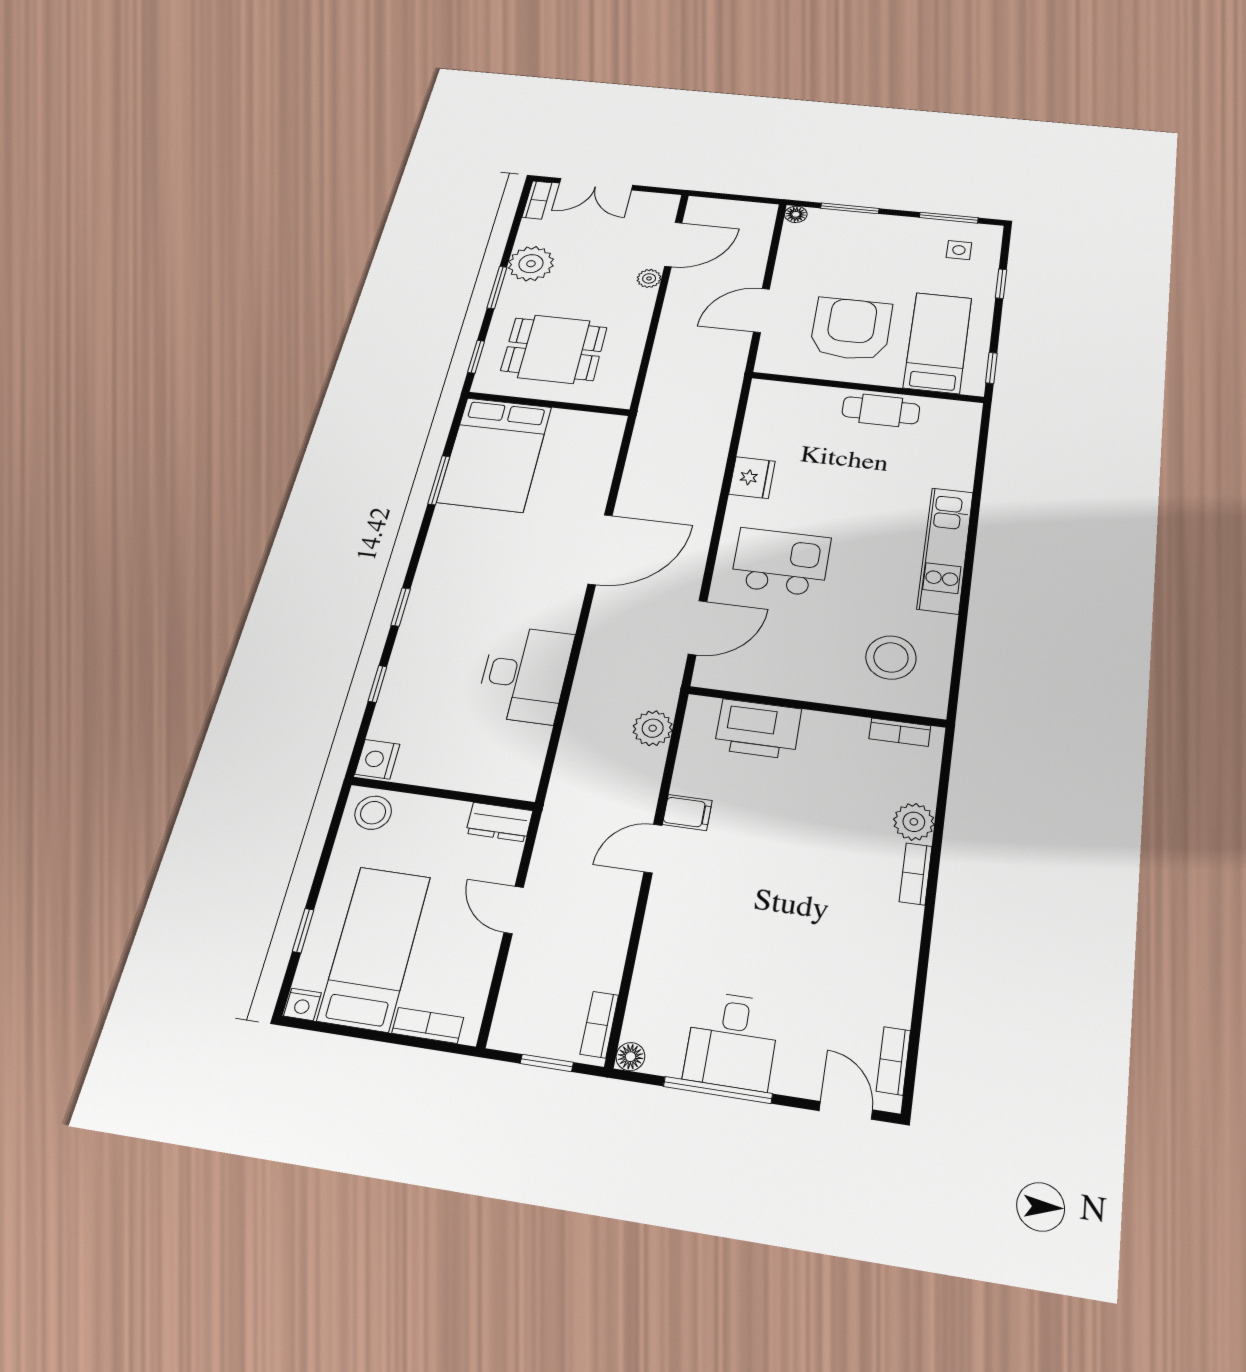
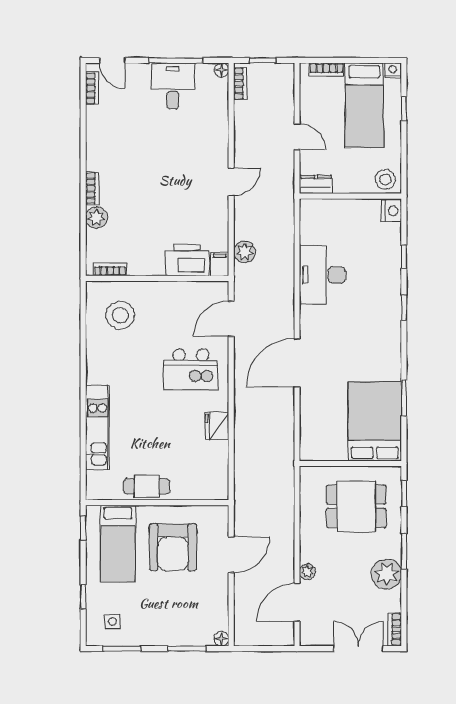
kitchen unit: (945, 550) -> (98, 428), moved
filing cabinet: (687, 812) -> (220, 264), moved, turned 90

